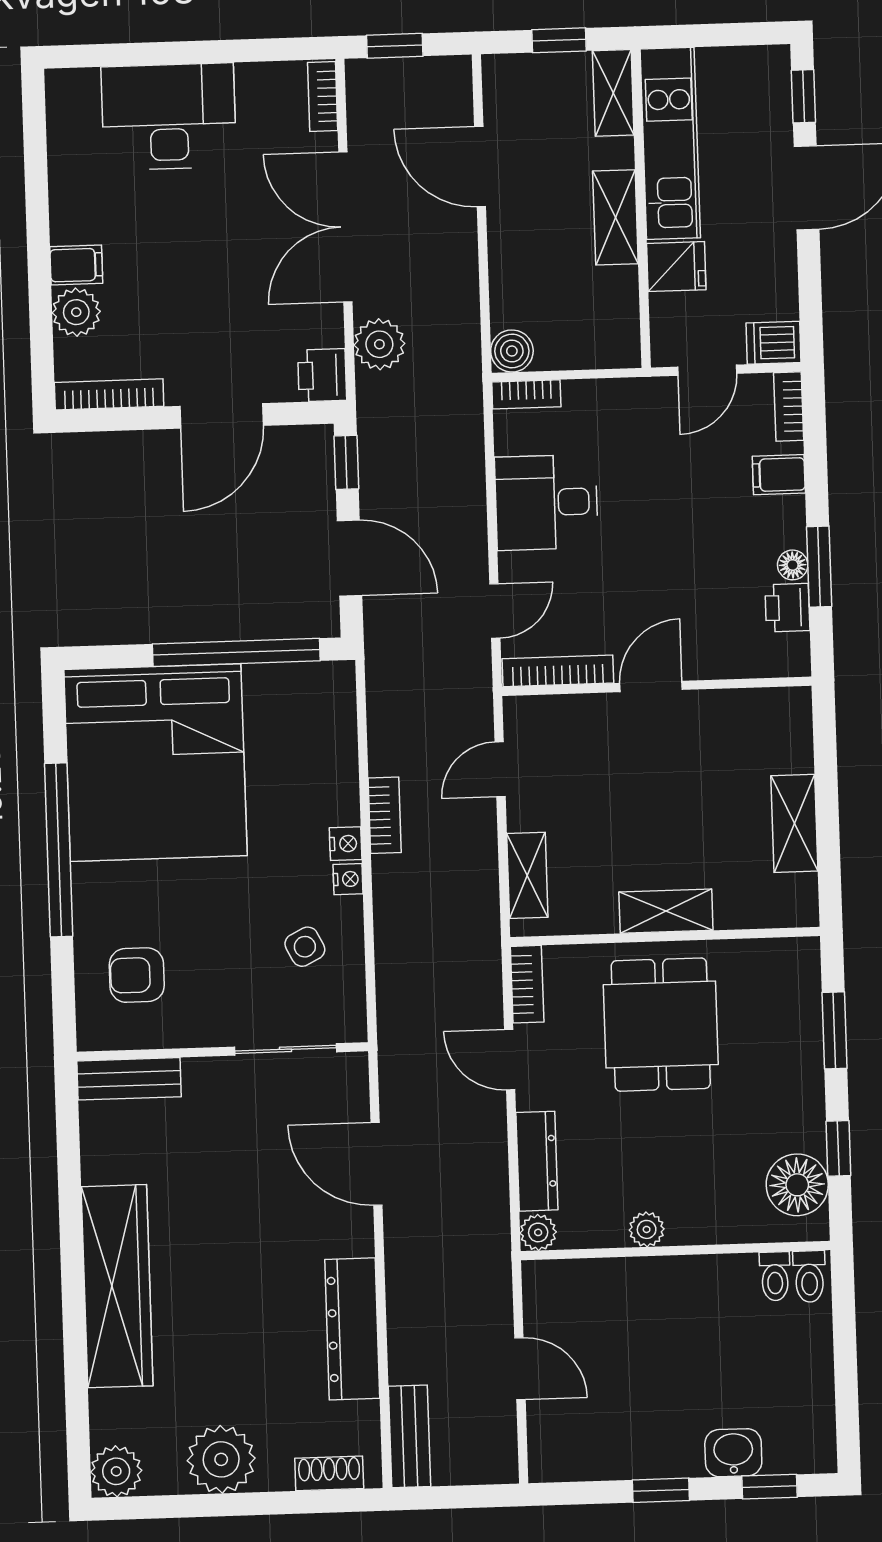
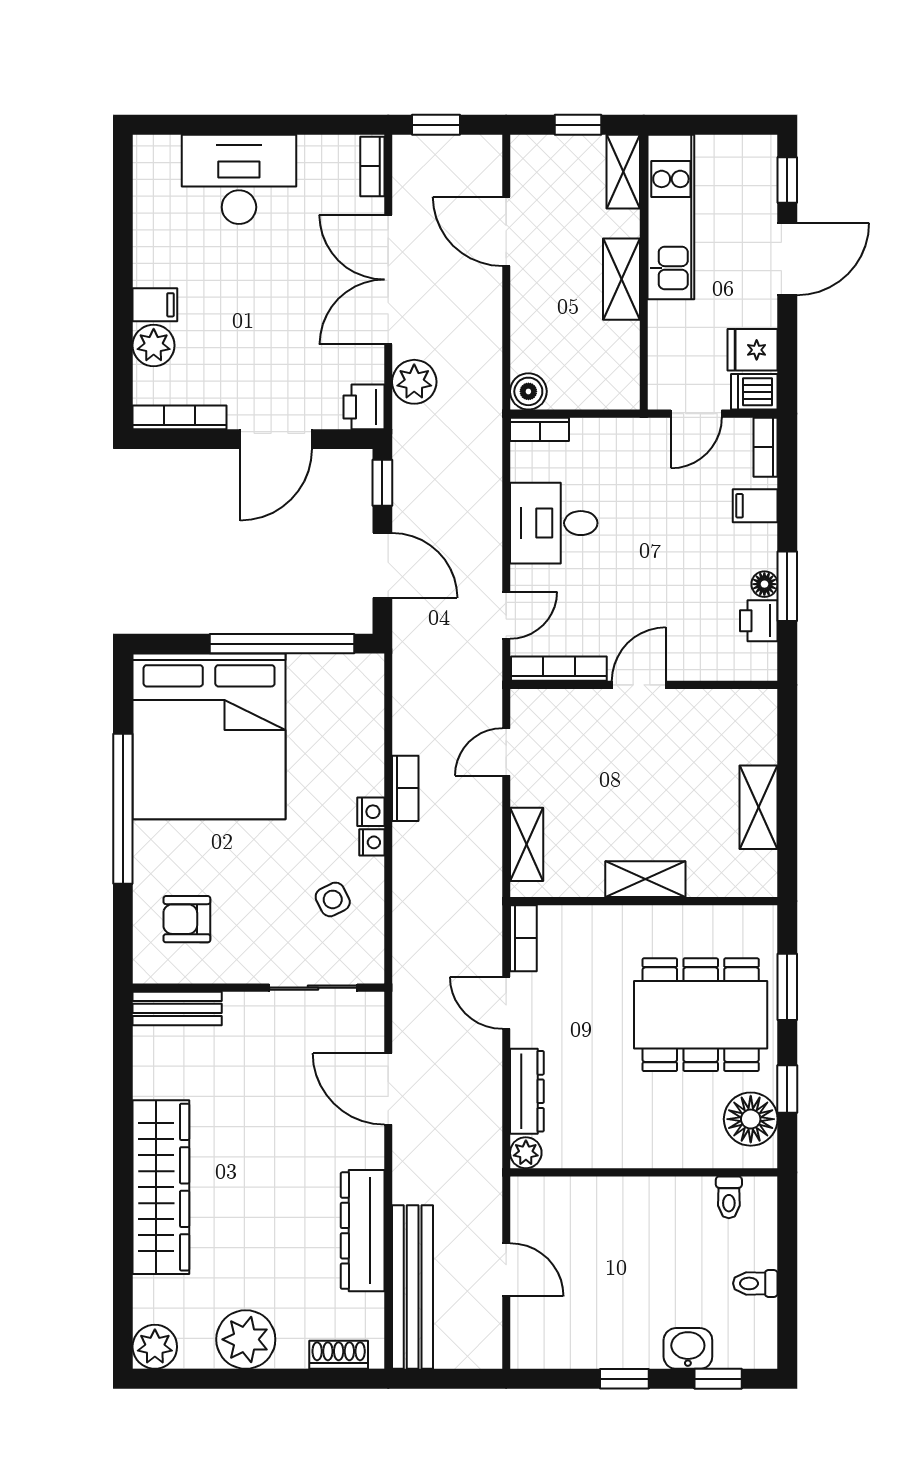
fridge: (676, 267) -> (753, 350), moved, turned 180
dining table: (661, 1025) -> (701, 1015), moved, width x1.37
plant: (647, 1229) -> (619, 1153), removed
toilet: (809, 1276) -> (755, 1283), moved, turned 90
bench: (410, 1436) -> (413, 1287), width x1.86, depth x1.21

